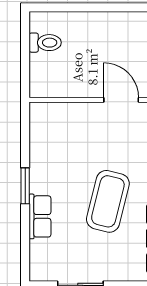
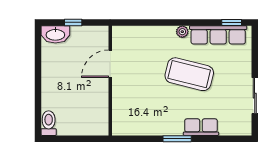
toilet: (45, 43) -> (49, 123), moved

